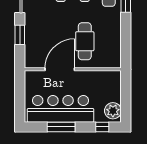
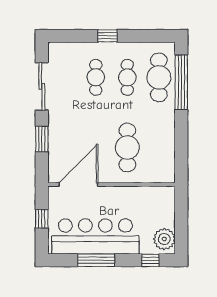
door: (60, 69) -> (78, 184), moved
window: (20, 95) -> (42, 219), added

